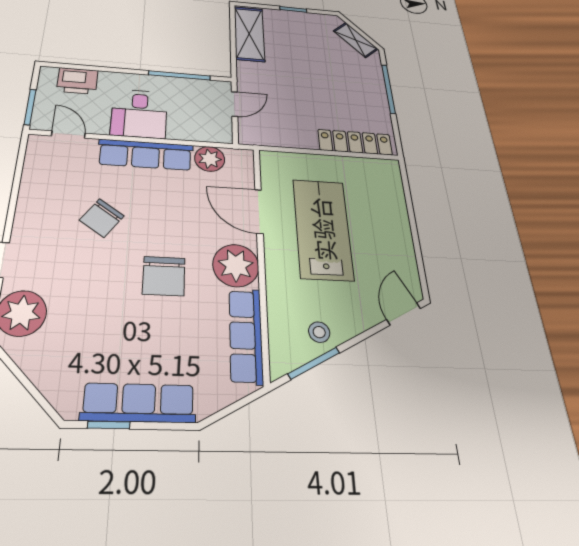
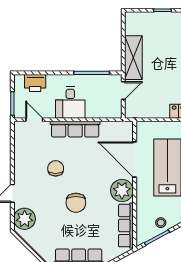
shelving: (249, 34) -> (133, 58), moved
plant: (210, 159) -> (109, 129), removed
door: (259, 211) -> (135, 159), width x1.36
chair: (102, 218) -> (56, 168), turned 145
chair: (164, 276) -> (76, 203), moved

